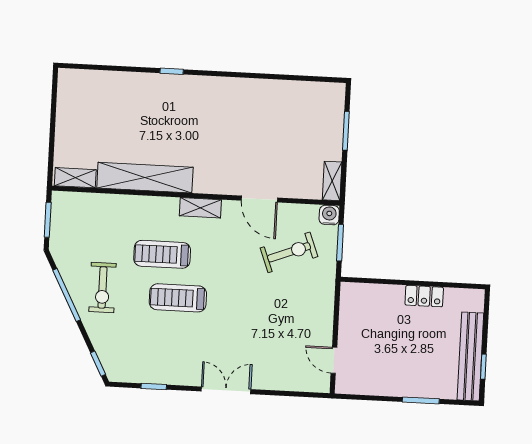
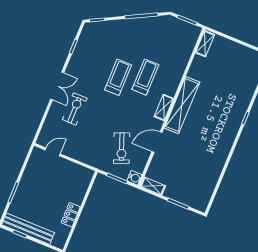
shelving: (145, 178) -> (182, 105), moved
exercise bike: (103, 287) -> (75, 109), moved, turned 90

